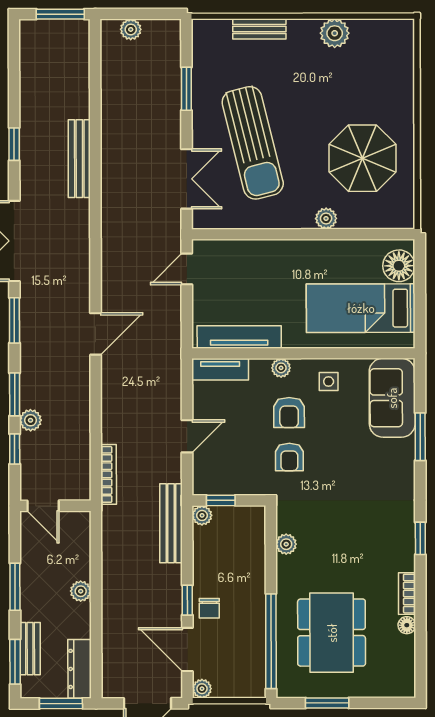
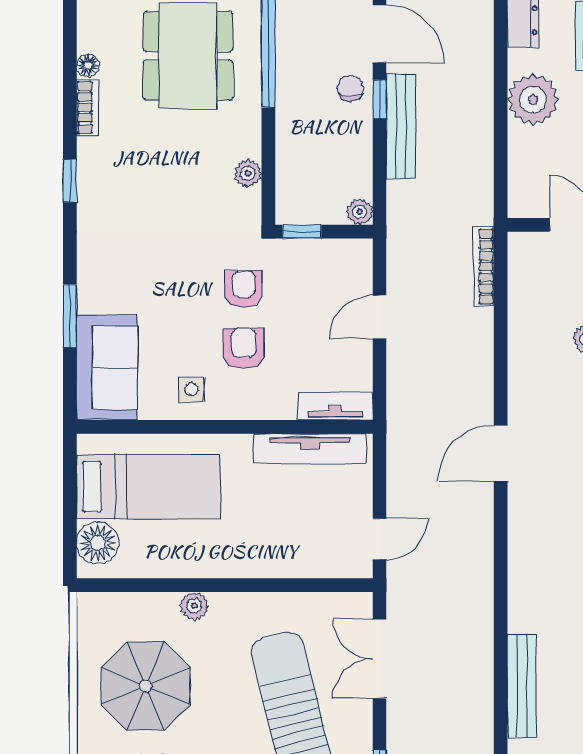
plant: (281, 368) -> (254, 408), removed
window: (221, 500) -> (302, 232), moved
bench: (171, 523) -> (401, 126), moved
plant: (81, 591) -> (533, 99), width x1.87, depth x1.87

